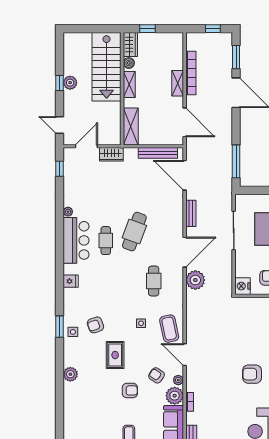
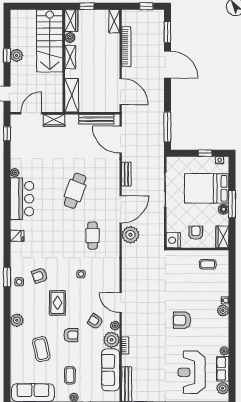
shelving: (178, 83) -> (114, 21), moved
cafe table: (106, 241) -> (49, 199), removed
coffee table: (169, 329) -> (41, 349), moved

